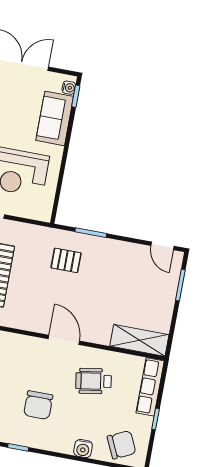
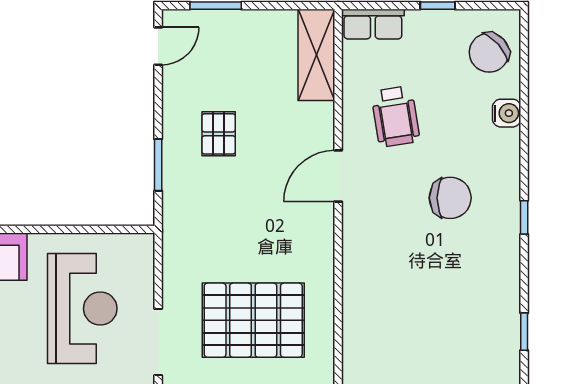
pallet: (66, 260) -> (219, 134), moved
row of seats: (150, 387) -> (373, 24), width x0.68
chair: (122, 445) -> (489, 53), turned -107

